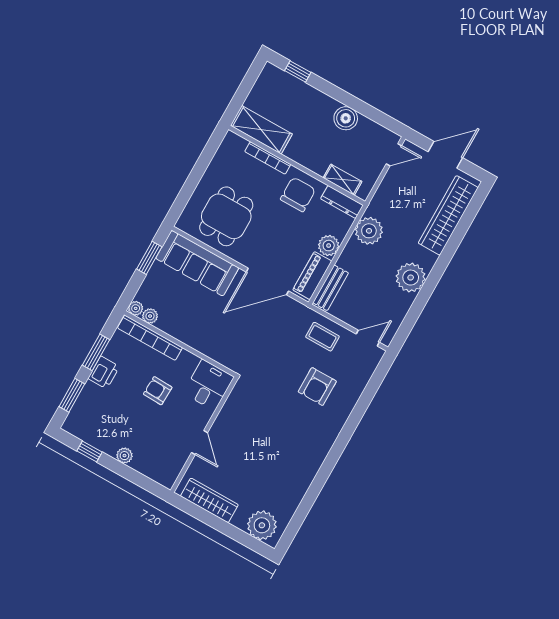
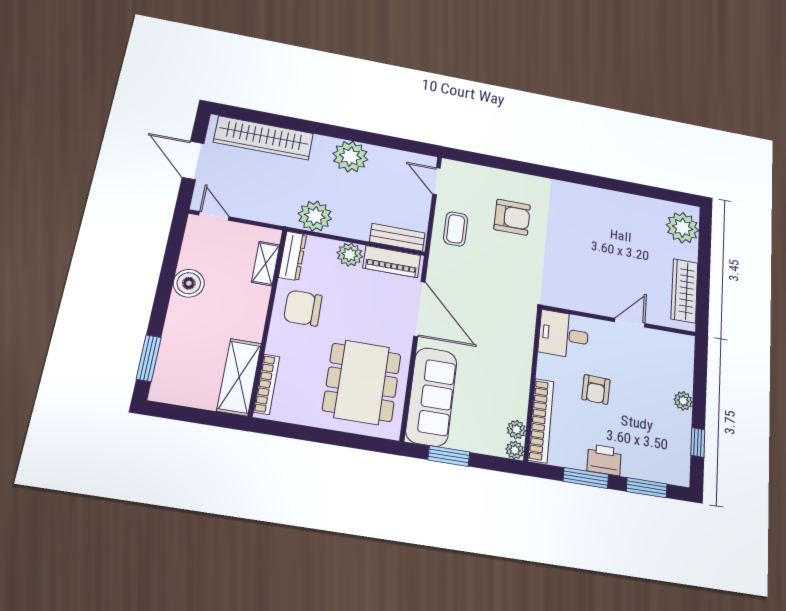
window: (298, 71) -> (149, 358), width x1.50
bookcase: (268, 158) -> (267, 384), moved
dining table: (226, 216) -> (362, 382), width x1.37

